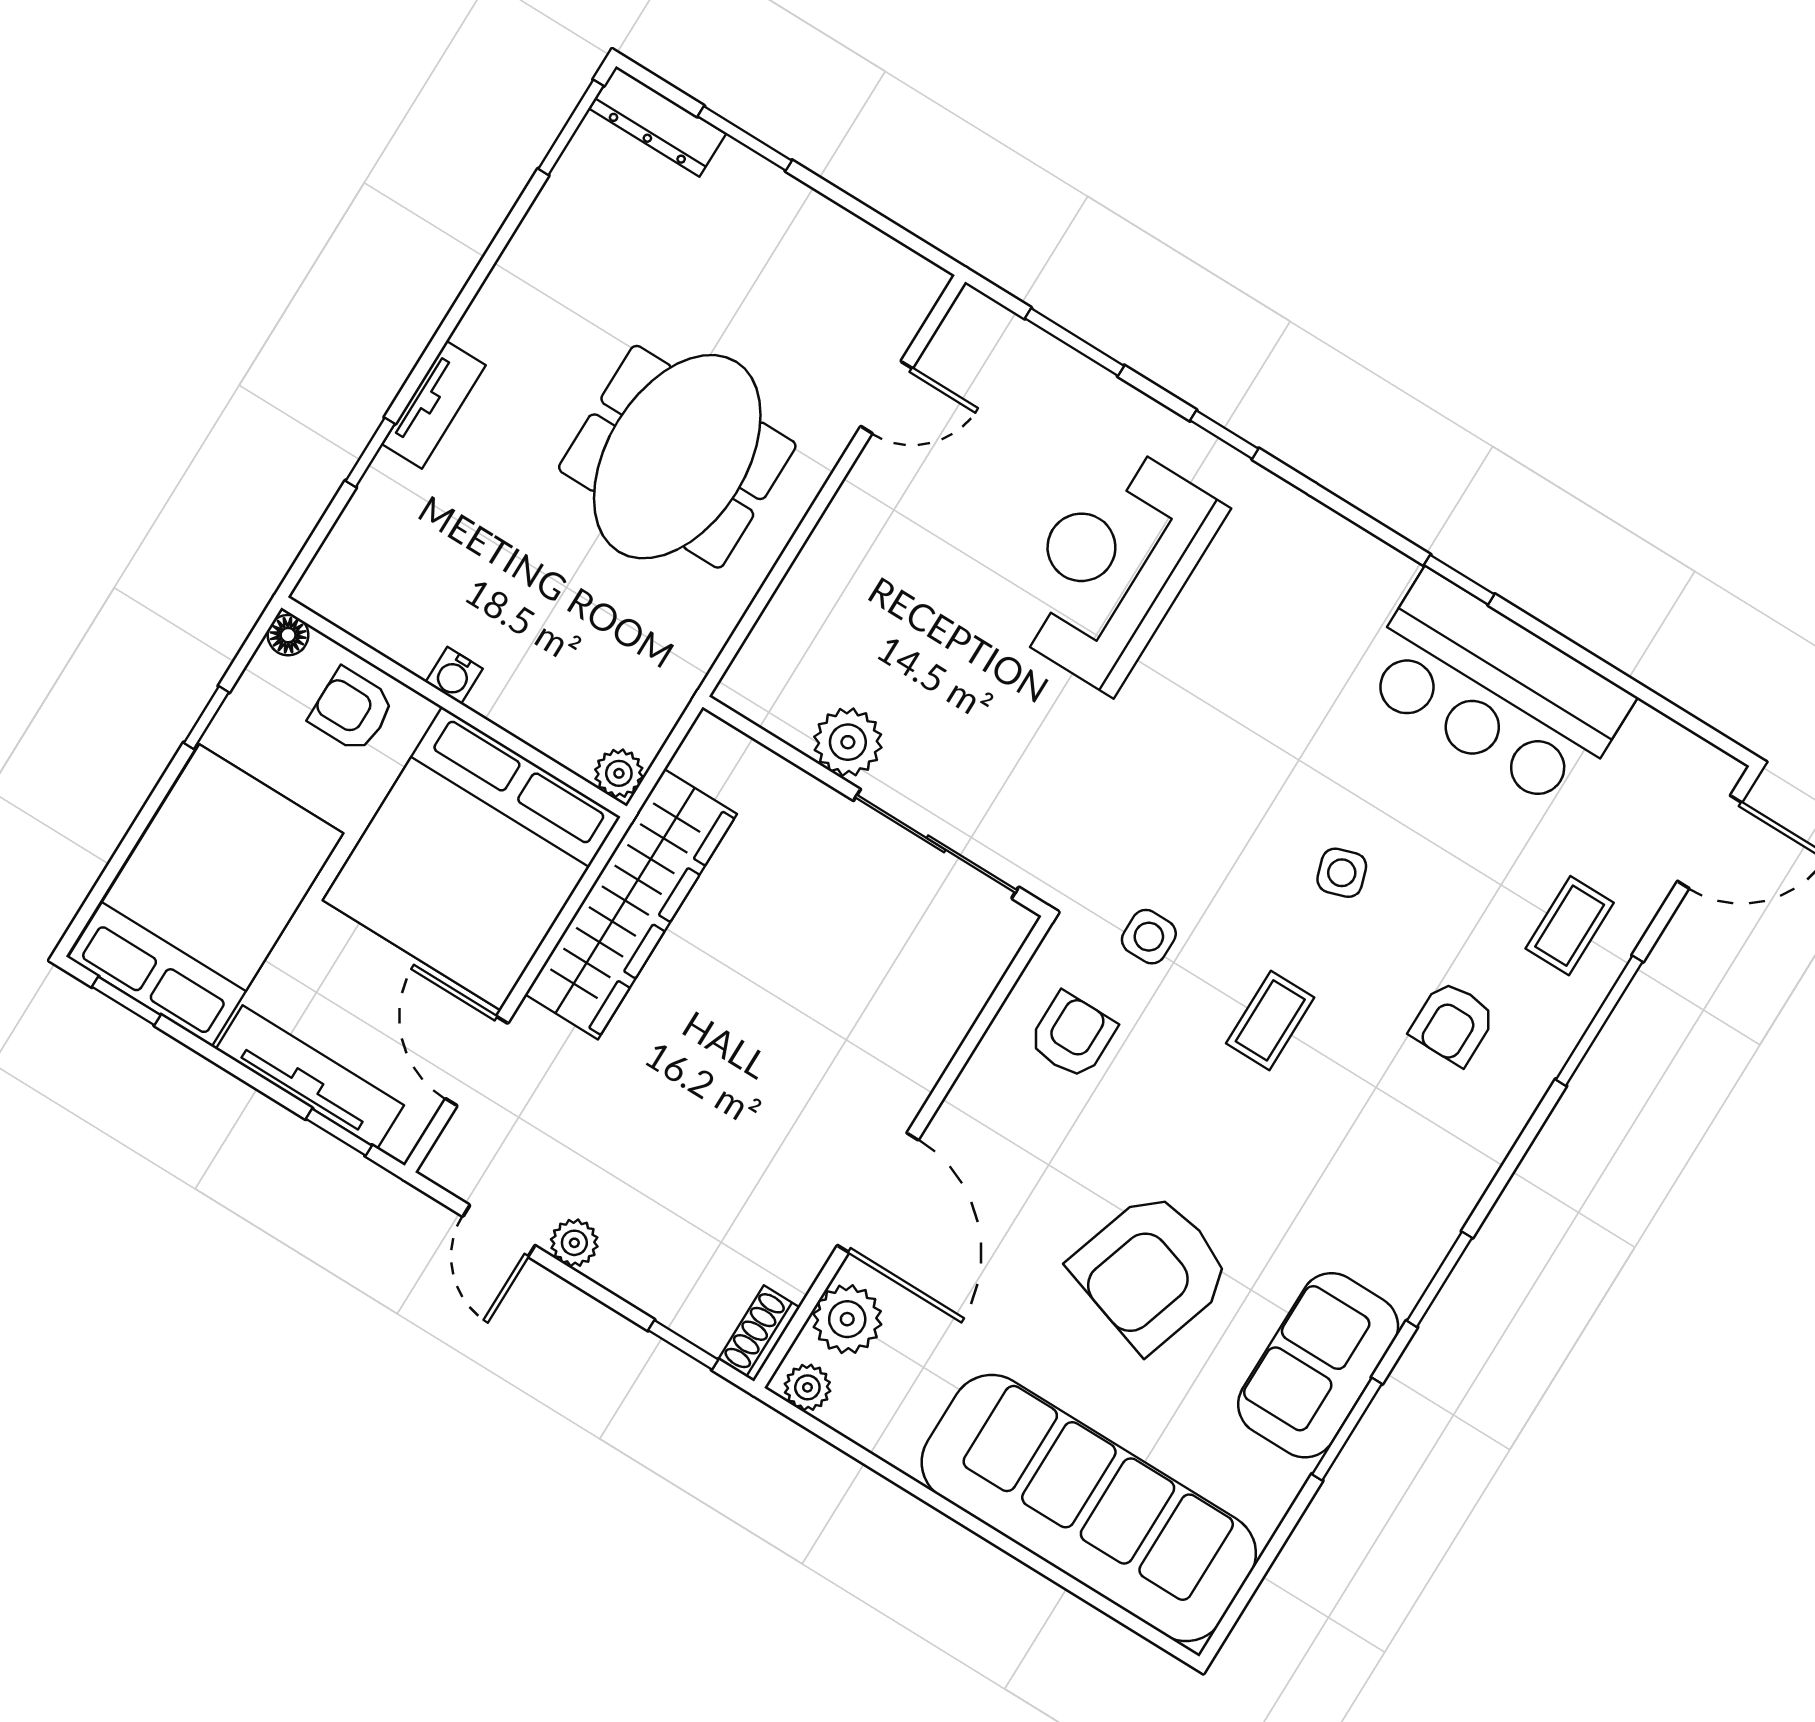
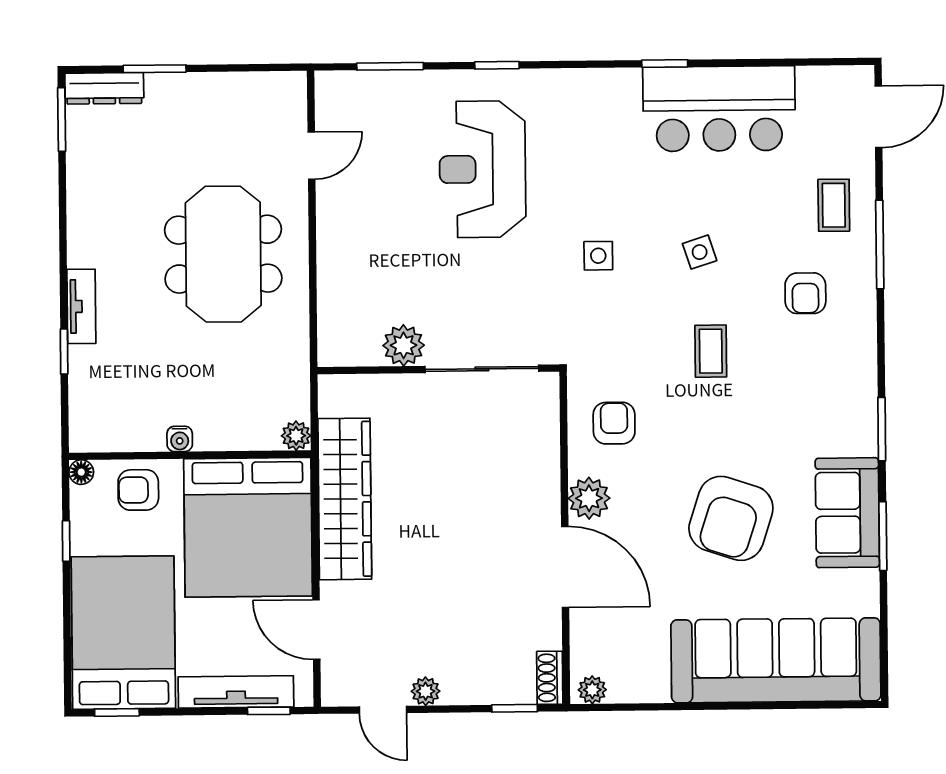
side table: (1149, 937) -> (598, 256), moved
plant: (847, 1319) -> (589, 498), moved

